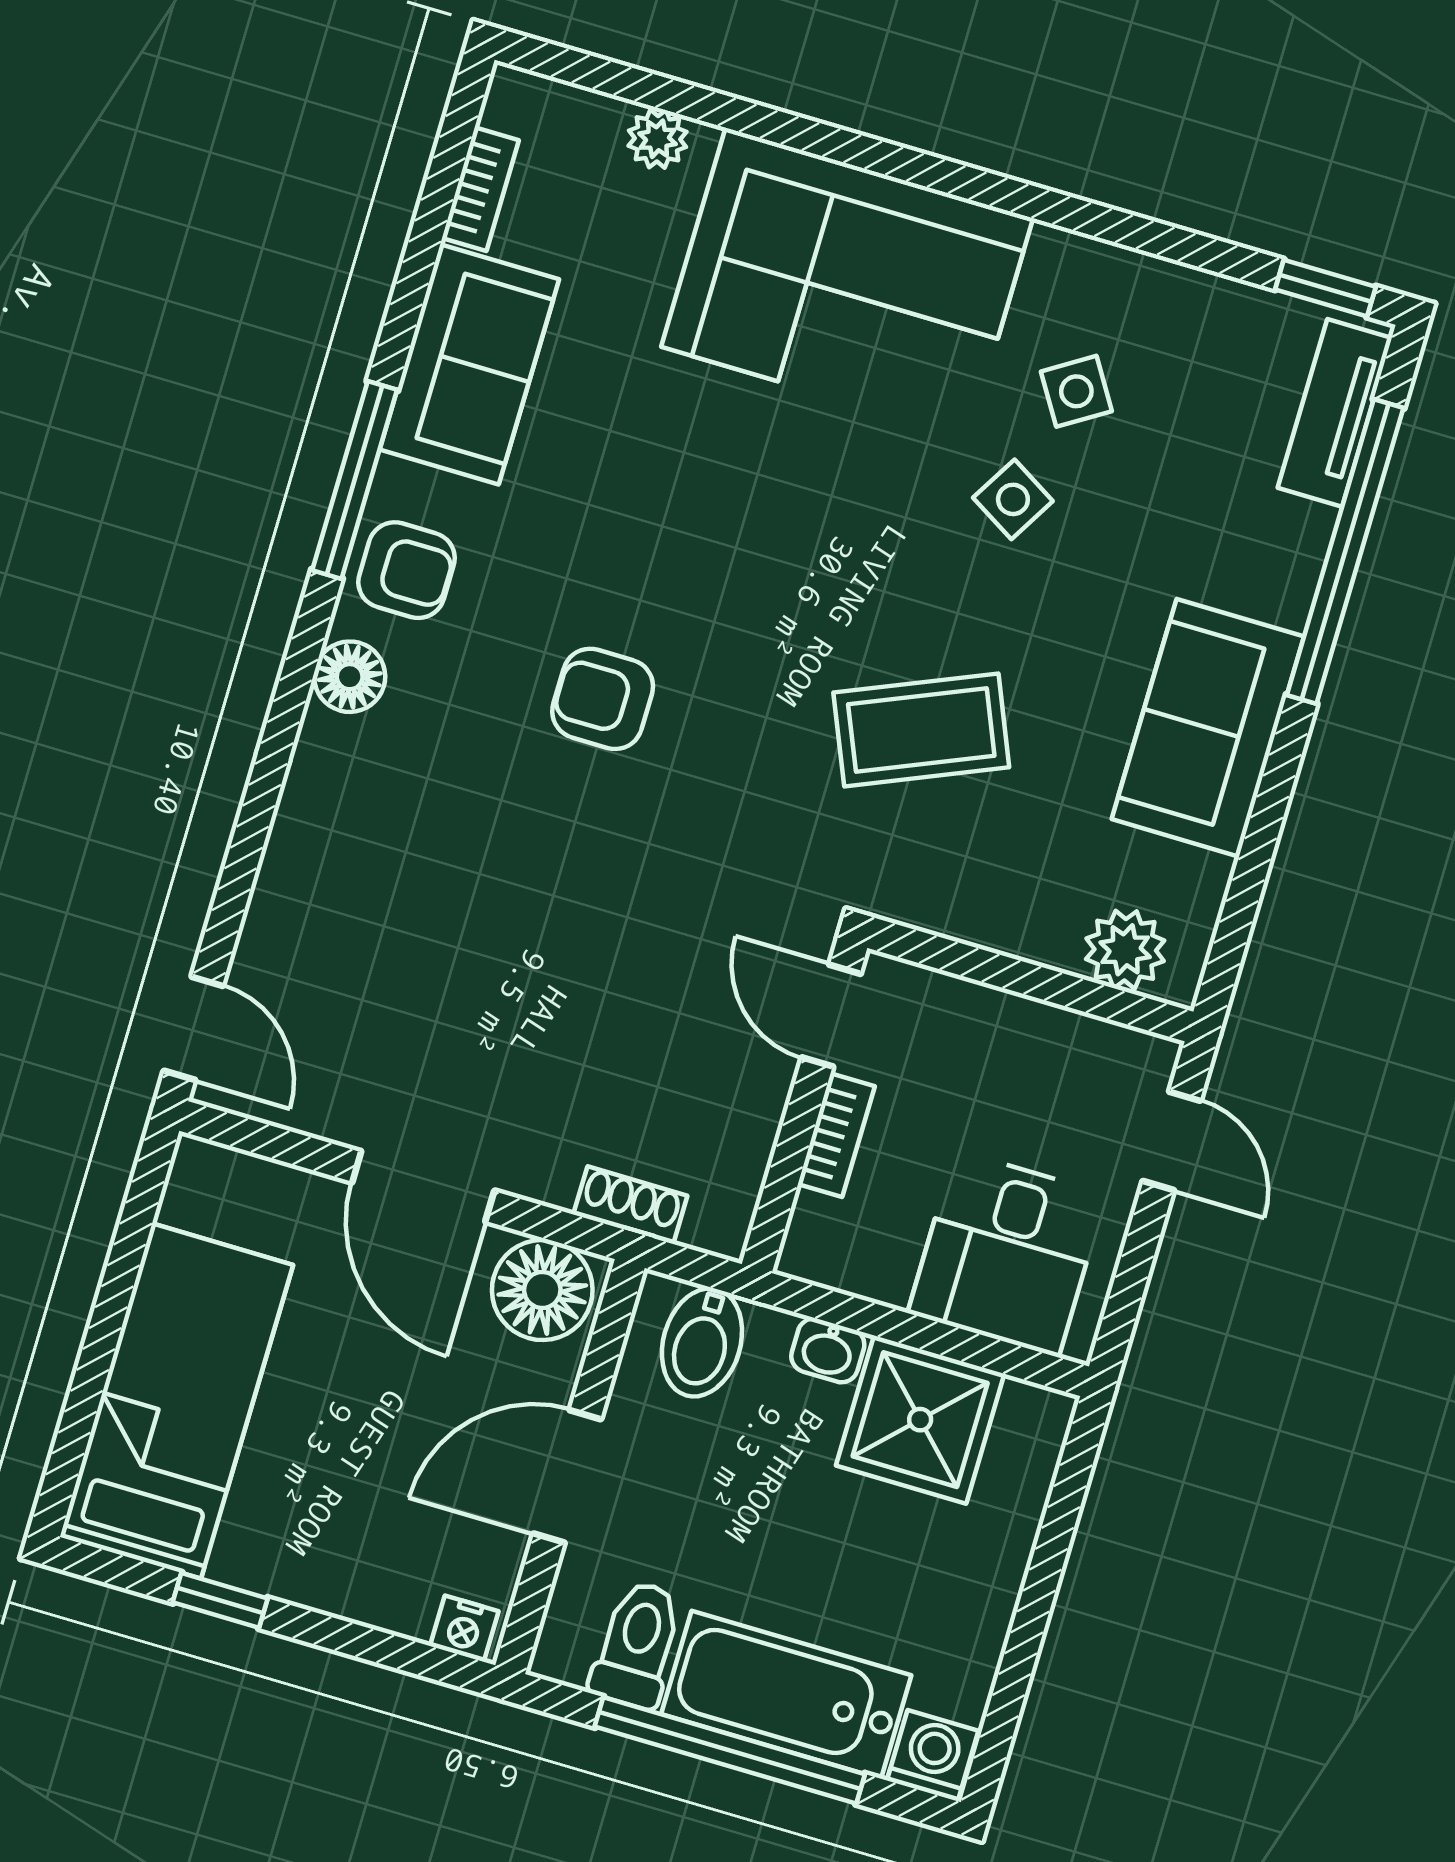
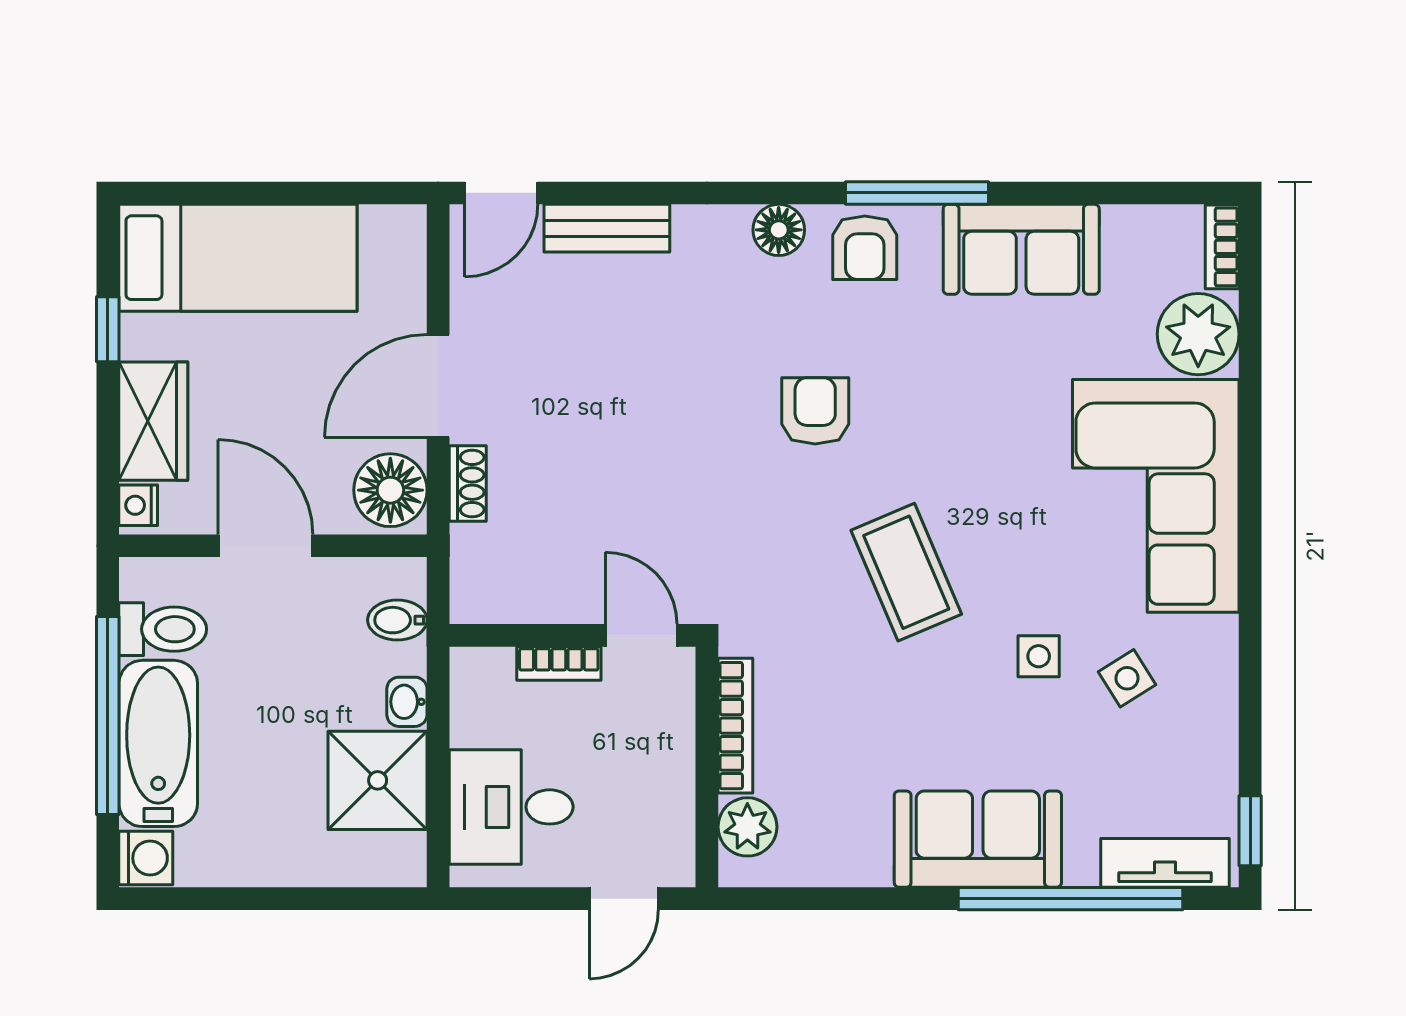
plant: (658, 139) -> (1198, 334), width x1.88, depth x1.88
bookcase: (480, 189) -> (1222, 247), moved, turned 90
side table: (1013, 499) -> (1039, 656), turned -31
sofa: (1208, 728) -> (978, 839), moved
coffee table: (921, 730) -> (906, 572), moved
bench: (281, 903) -> (607, 228), added
bookcase: (987, 926) -> (735, 726), added
door: (831, 1016) -> (641, 635), hinge flipped
shoe rack: (630, 1205) -> (468, 484), moved
bidet: (702, 1342) -> (397, 620), width x0.72, depth x0.74
wardrobe: (359, 1576) -> (153, 421), added

